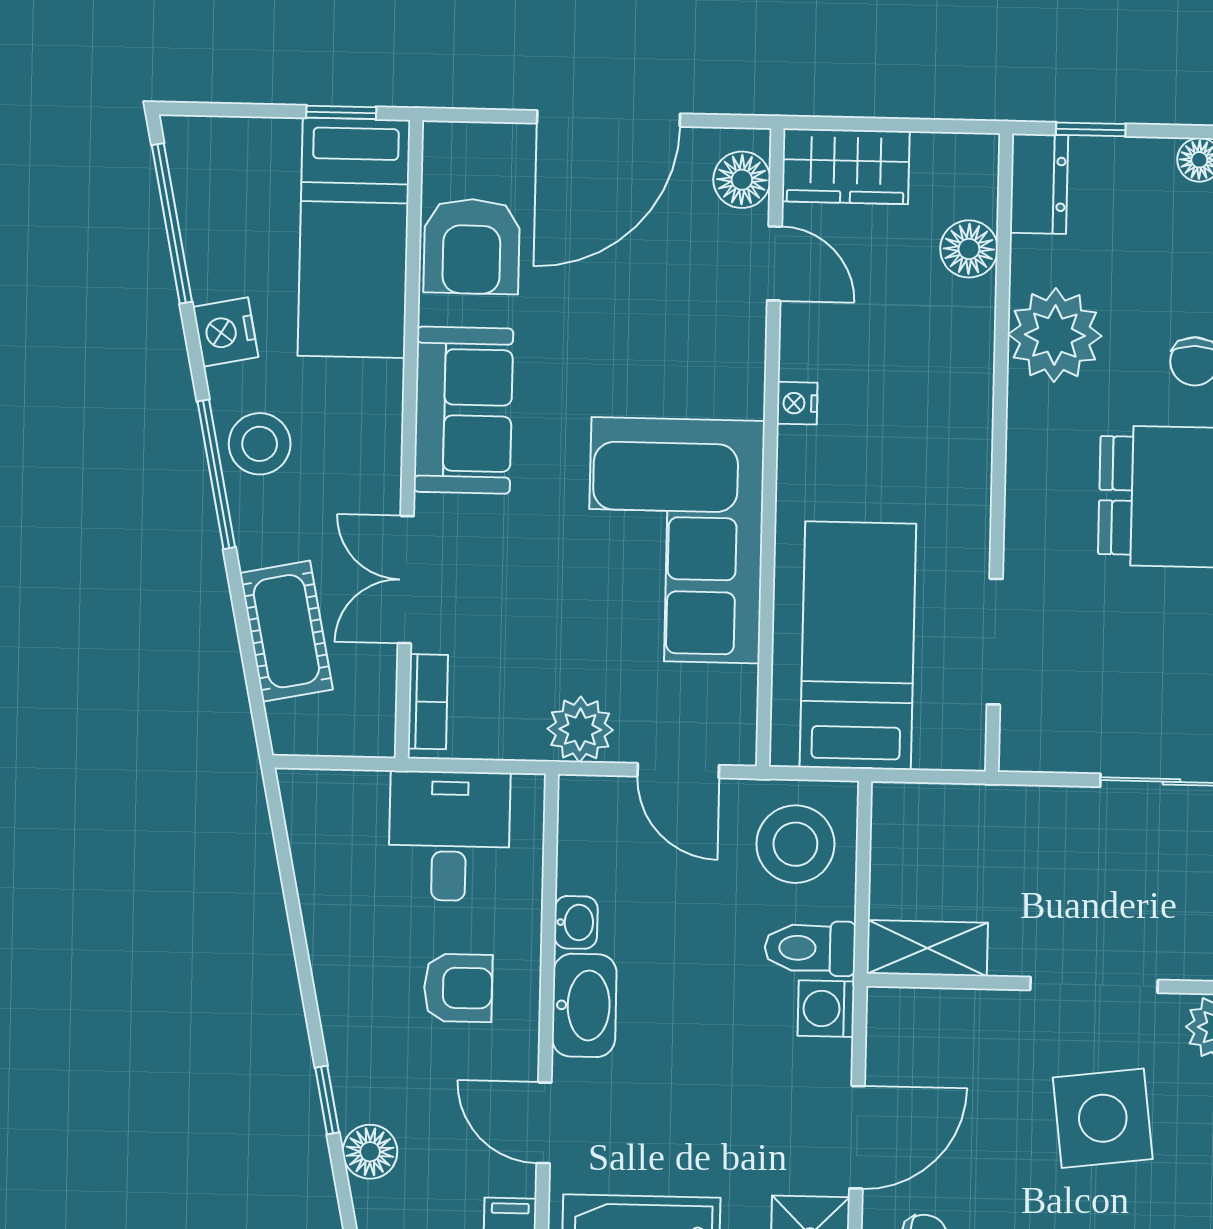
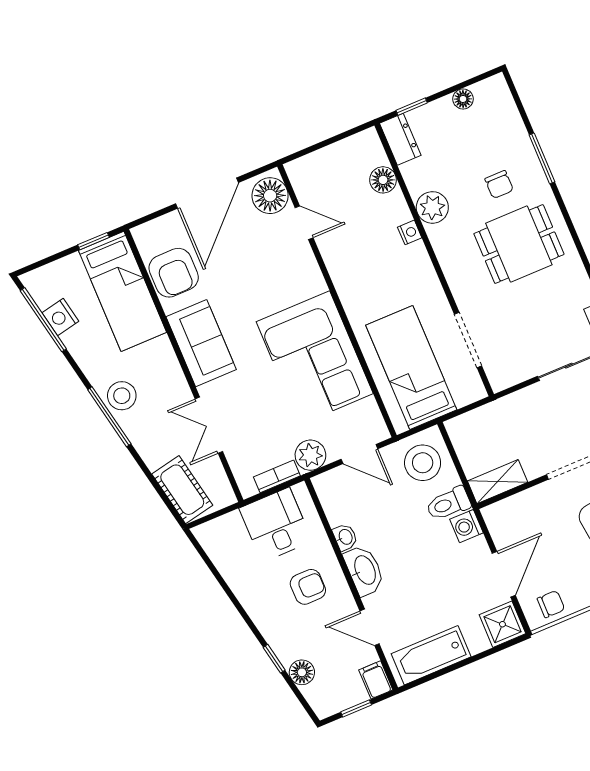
wardrobe: (846, 166) -> (316, 168), removed
floor lamp: (742, 180) -> (270, 196), width x1.38, depth x1.38
nightstand: (226, 332) -> (60, 317), moved
plant: (1055, 335) -> (432, 207), width x0.73, depth x0.73
nightstand: (797, 403) -> (410, 232), moved, turned 180
cot: (286, 631) -> (182, 490), moved
bookcase: (428, 702) -> (277, 476), moved, turned -90

